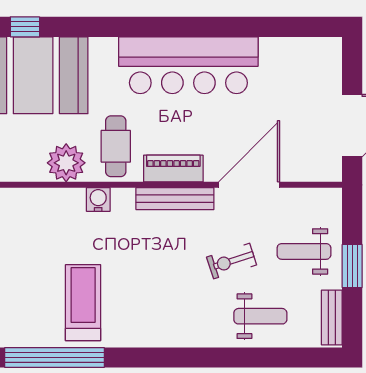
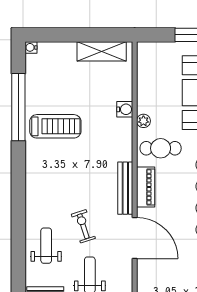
plant: (66, 163) -> (143, 121), width x0.53, depth x0.53
water cooler: (98, 200) -> (125, 109), moved
weight bench: (260, 316) -> (46, 246), turned 180

